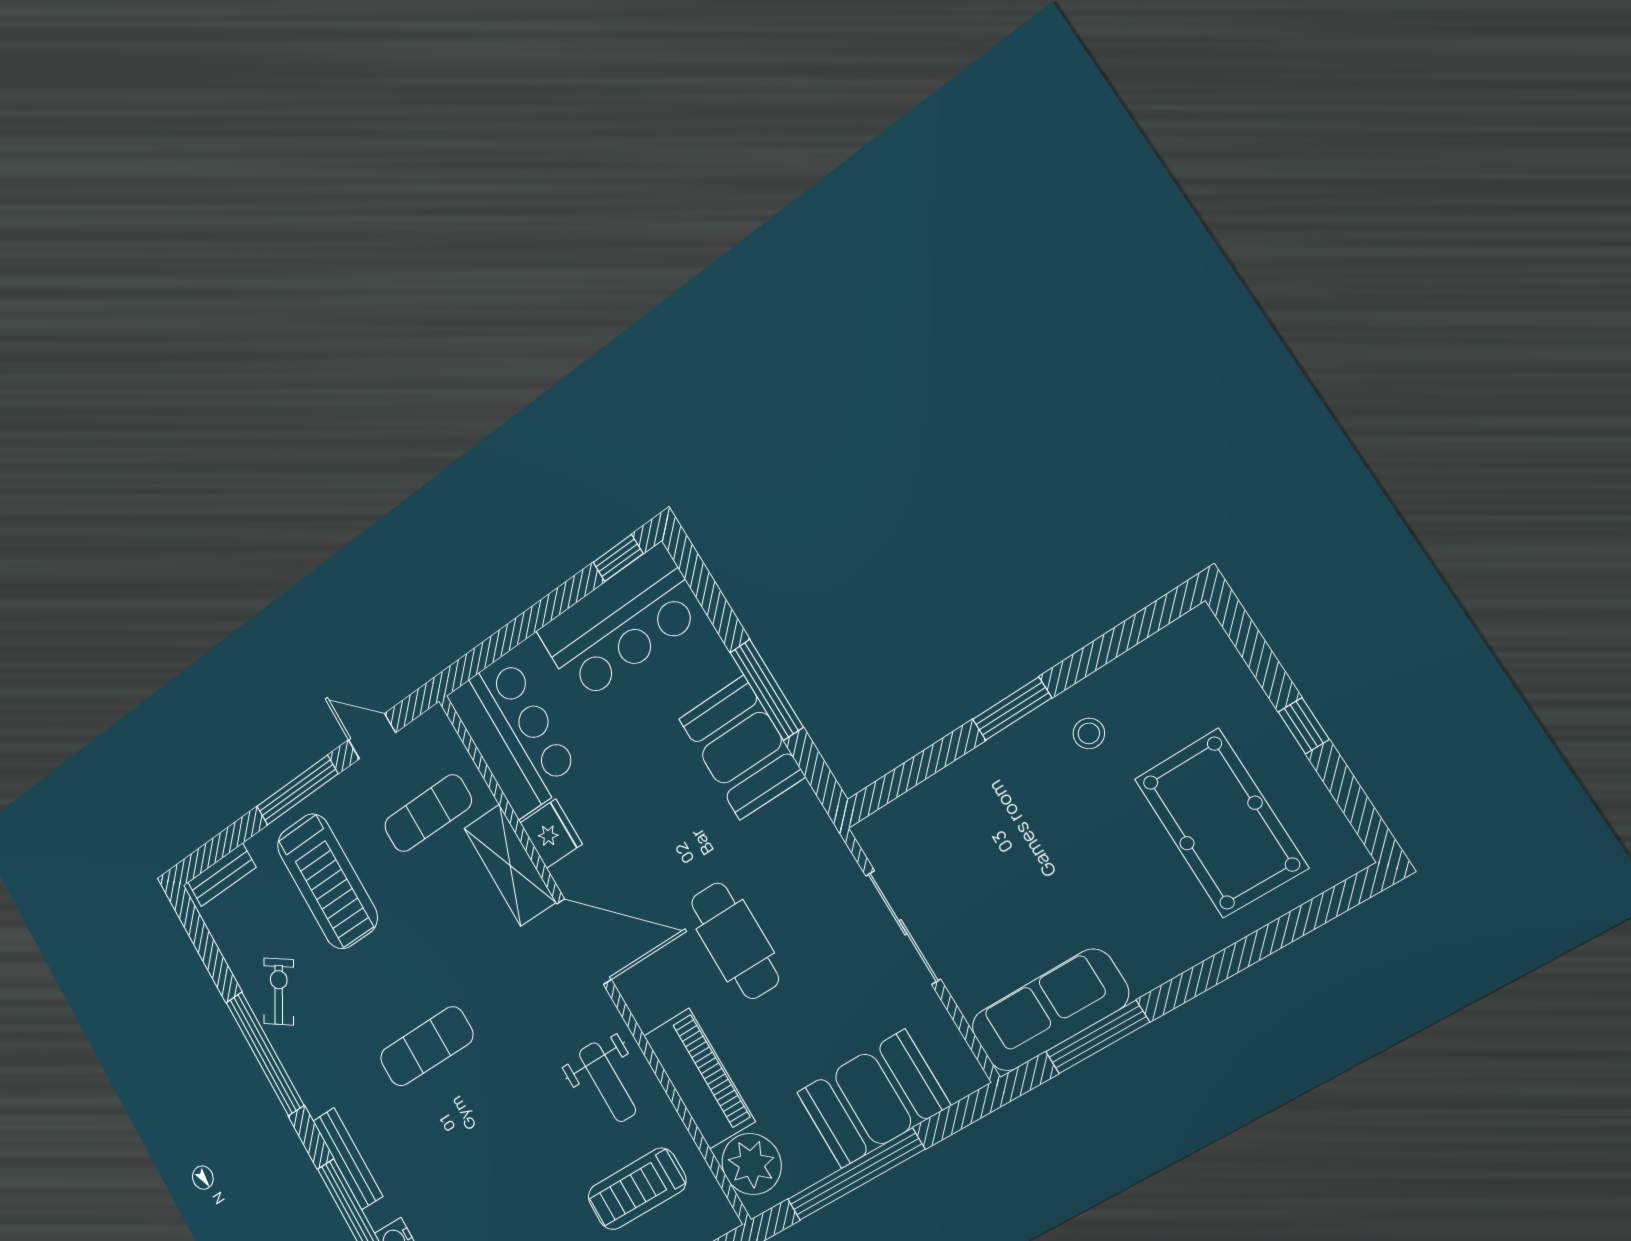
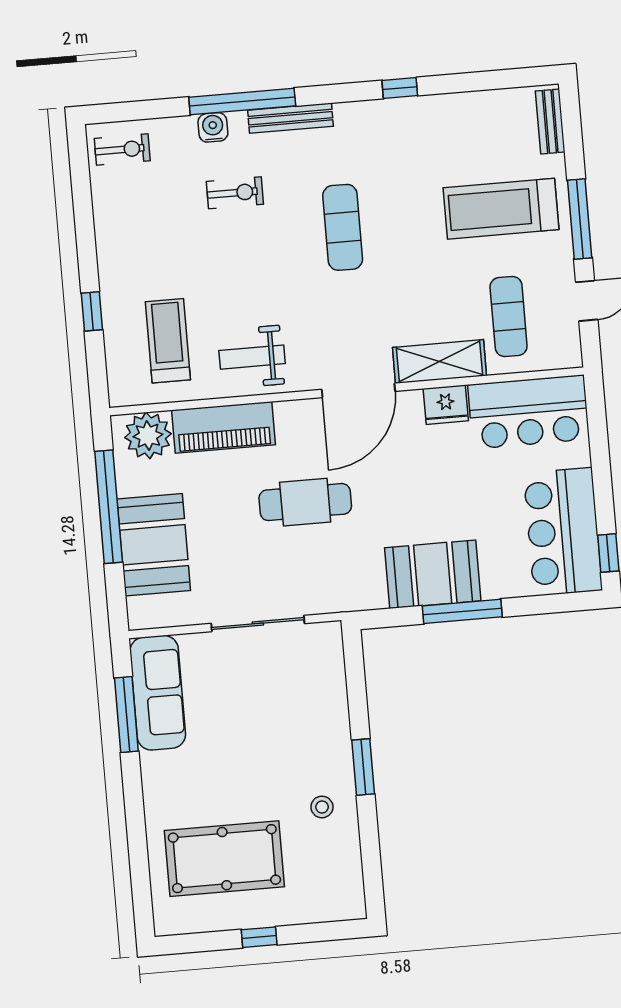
exercise bike: (279, 992) -> (235, 193), moved, turned -33
window: (265, 1054) -> (400, 88), width x0.32

